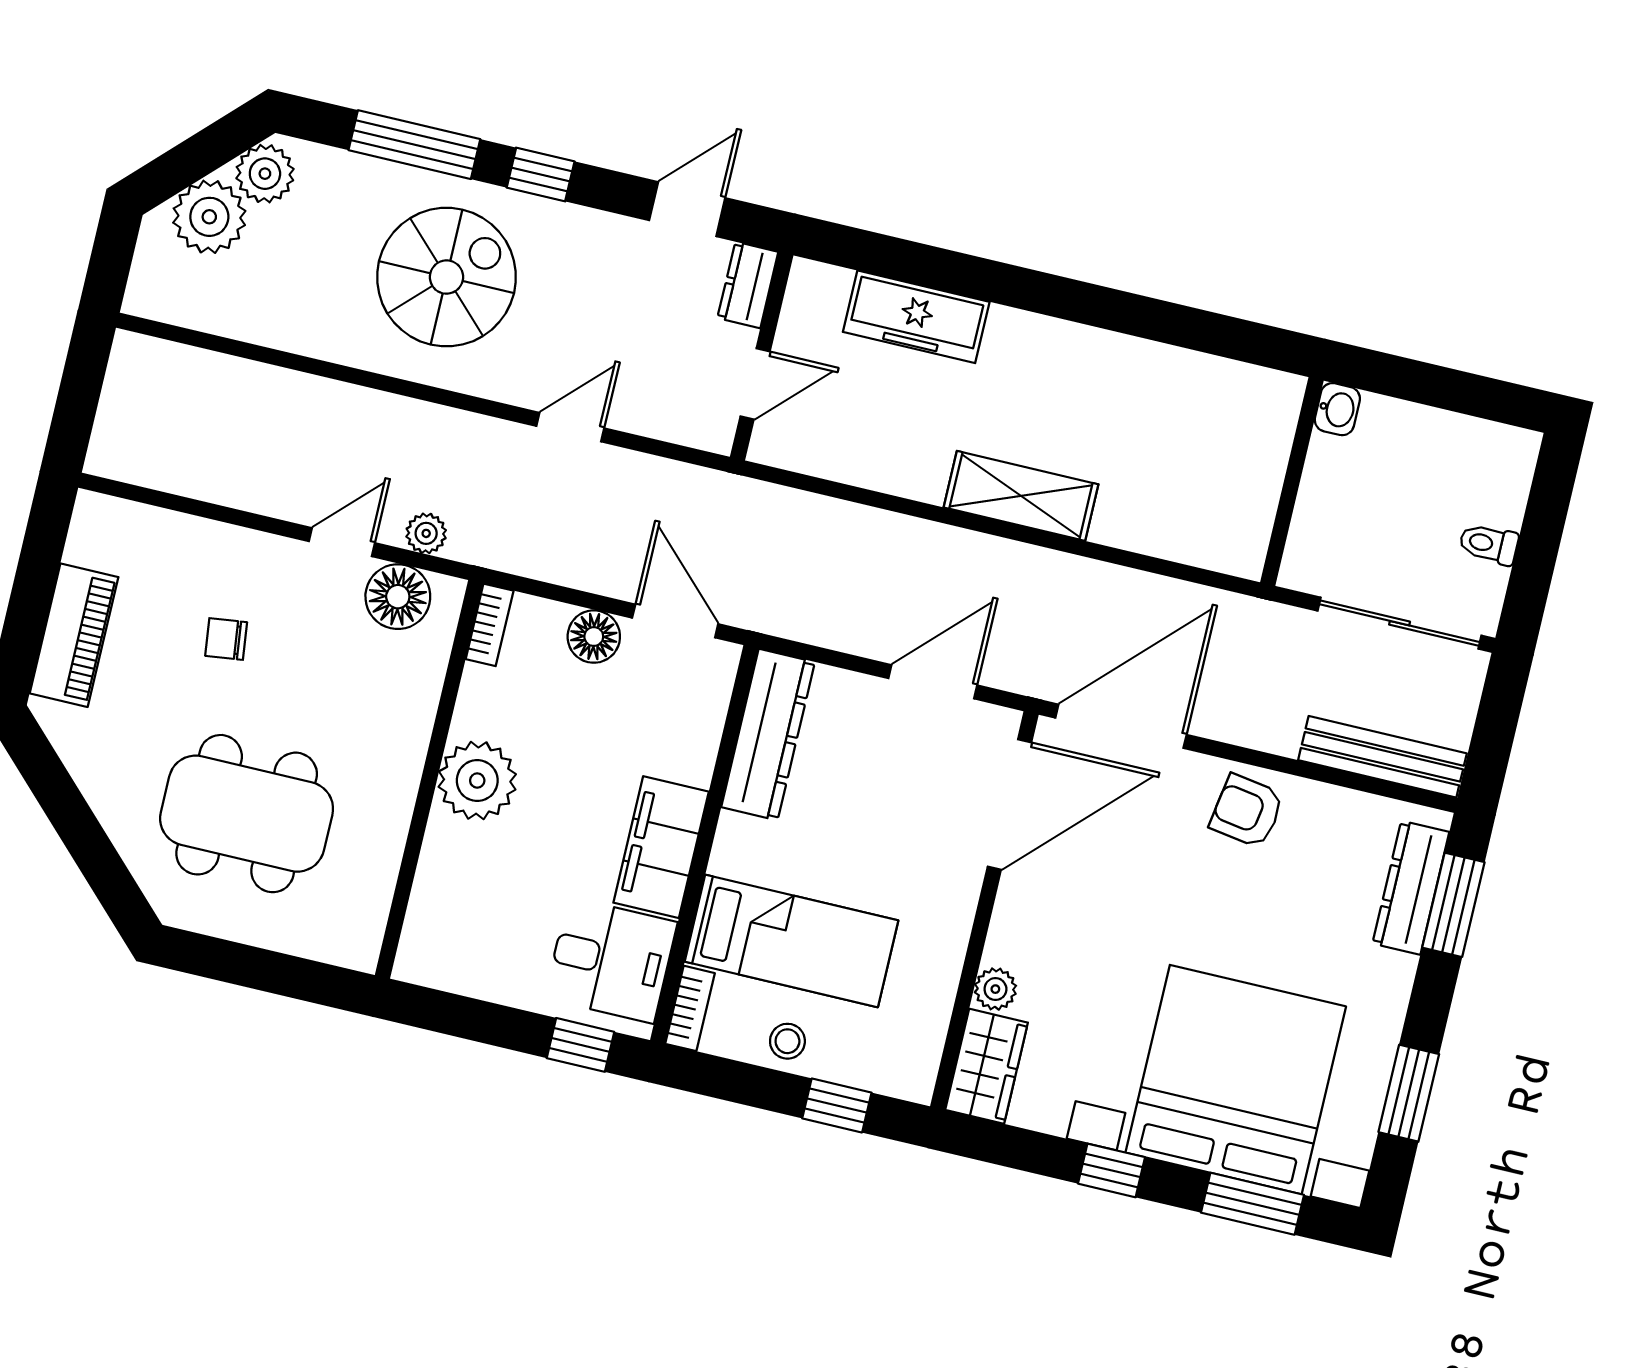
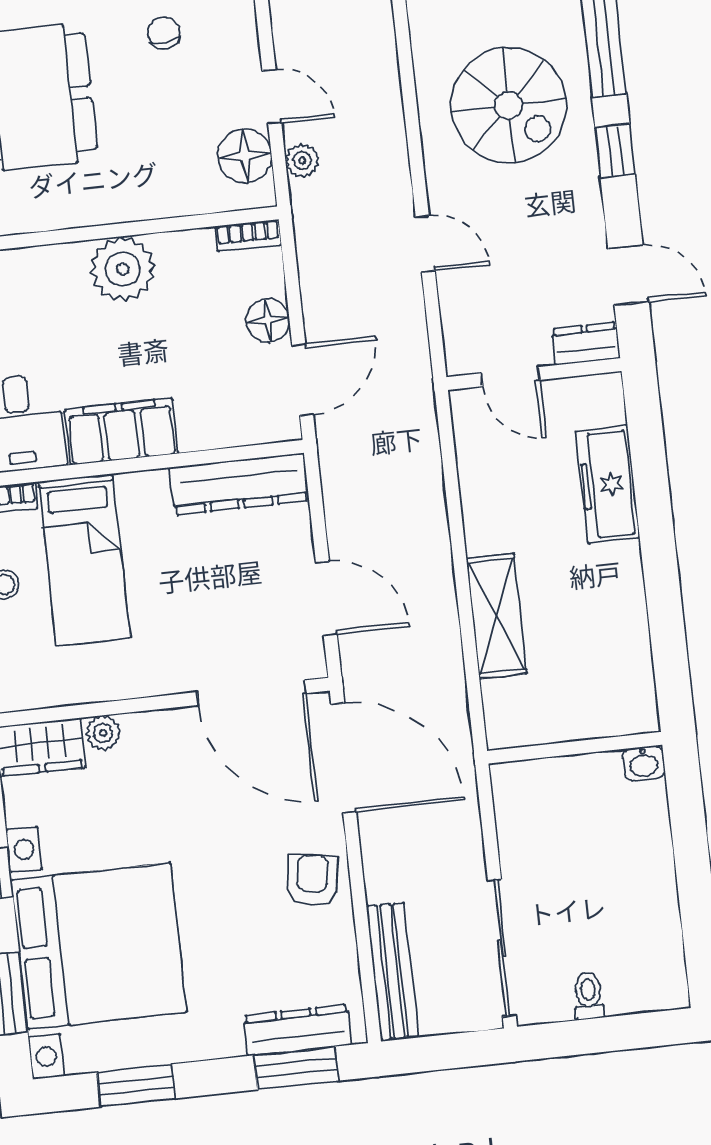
washbasin: (1337, 409) -> (644, 763), moved
wall: (1292, 481) -> (575, 748), moved

